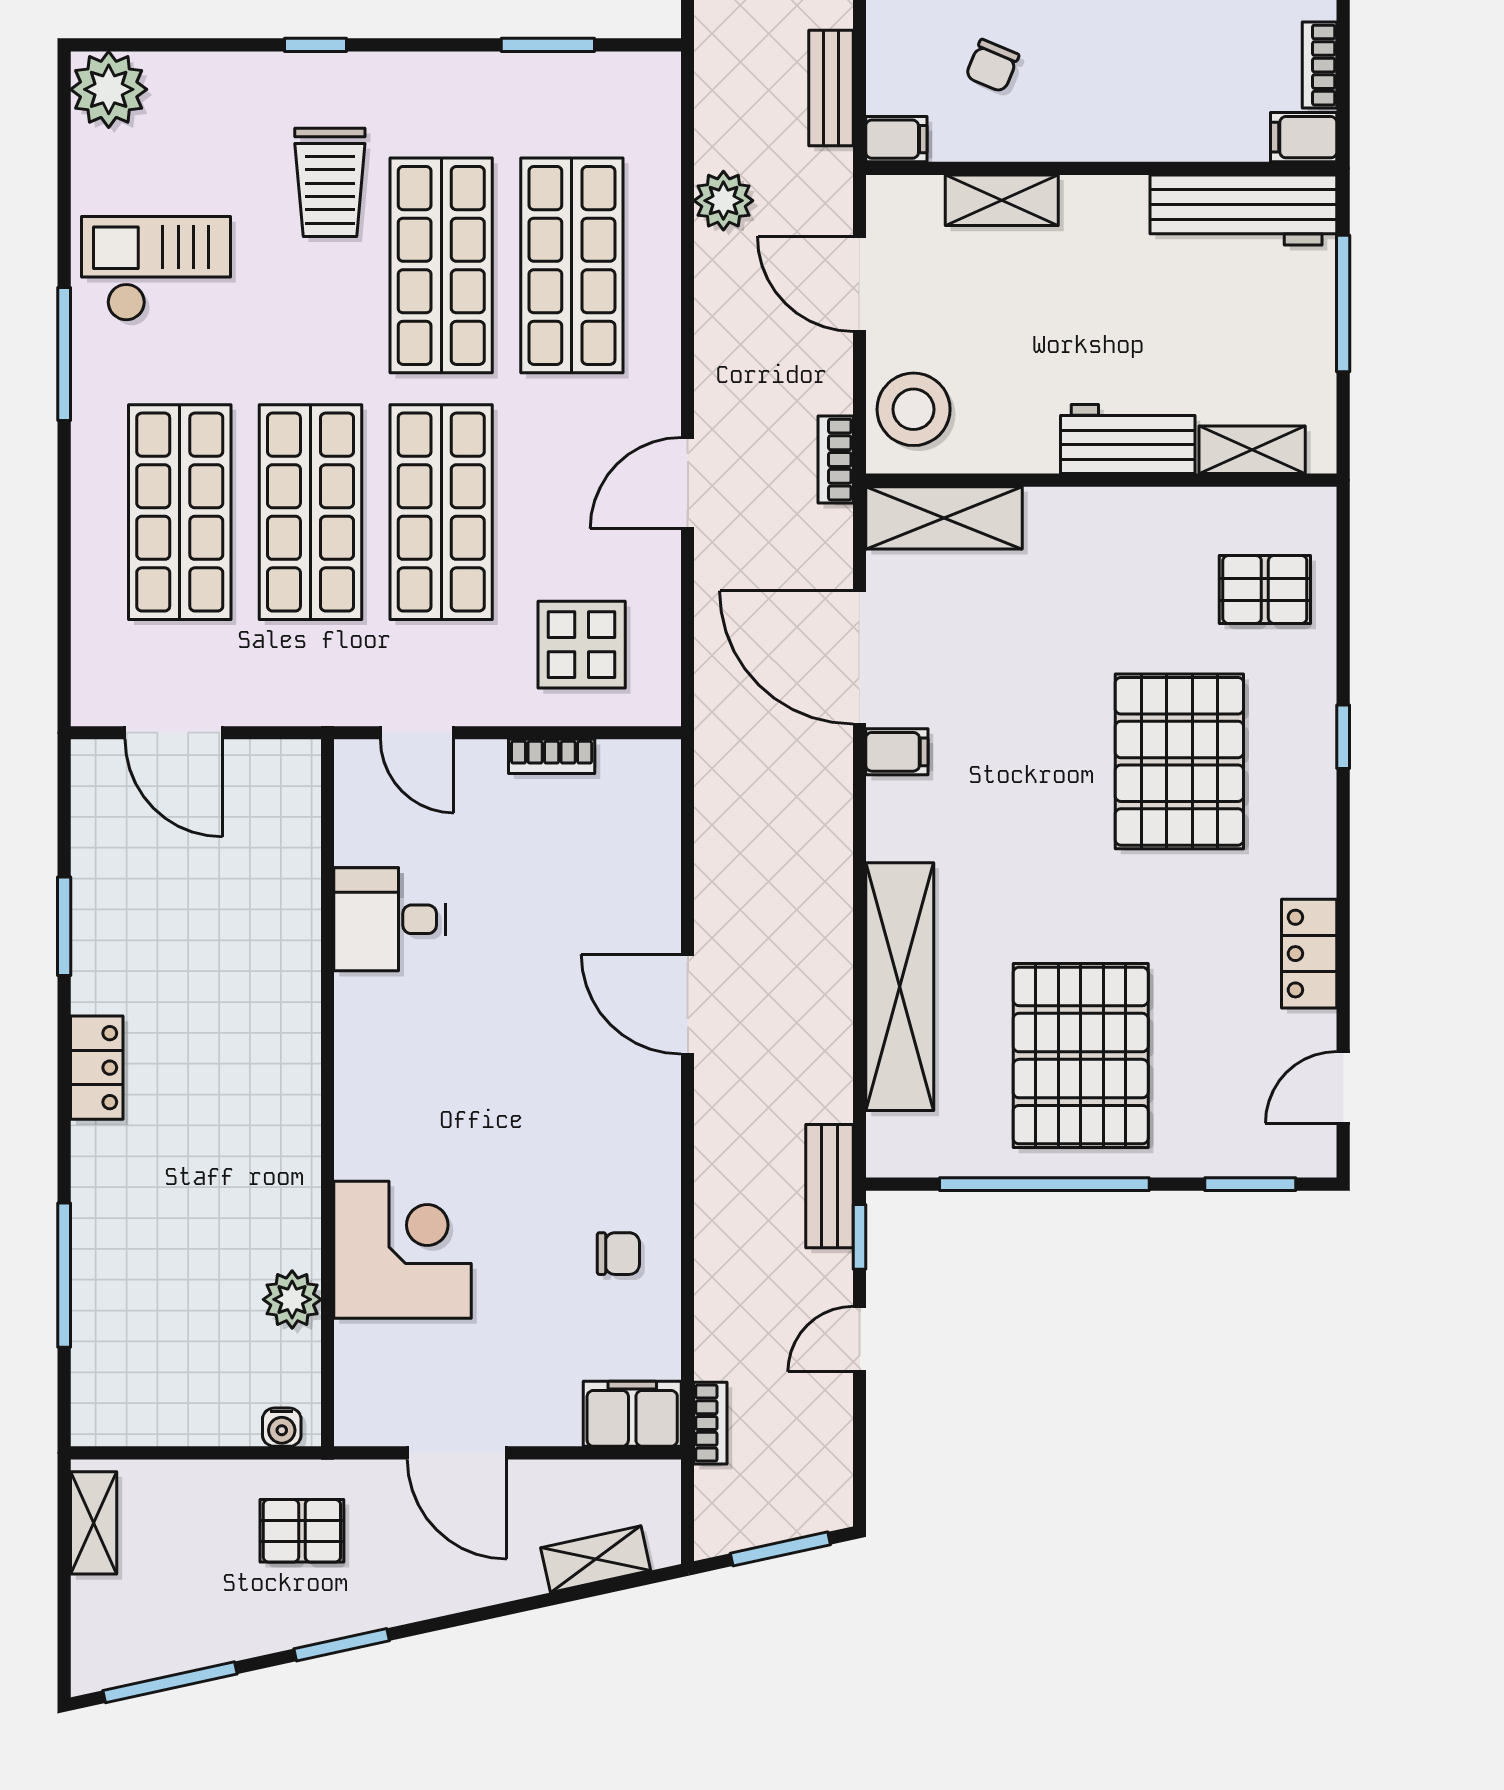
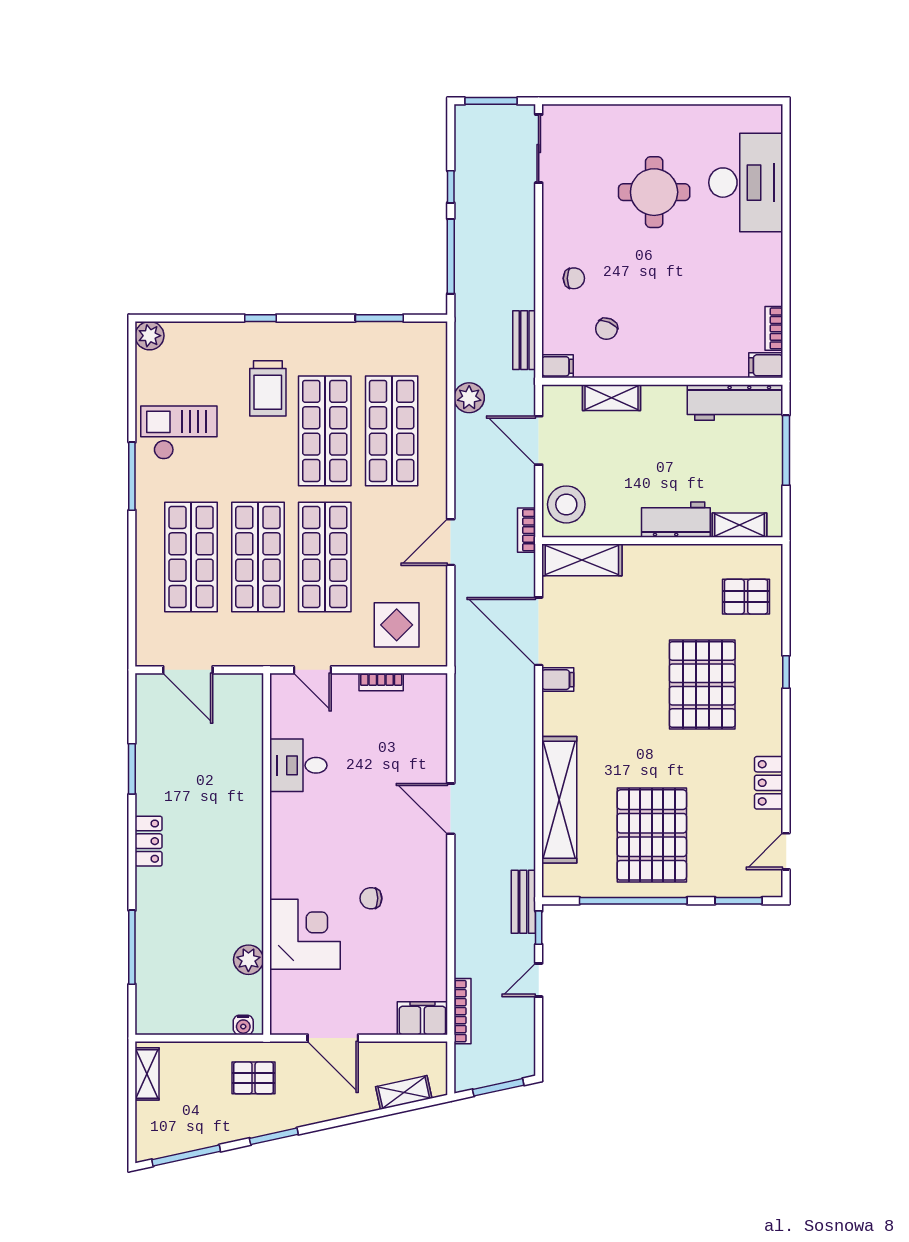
plant: (109, 89) -> (150, 336), width x0.73, depth x0.73
chair: (618, 1254) -> (371, 898), moved, turned 180
bookcase: (710, 1423) -> (462, 1011), width x1.56

